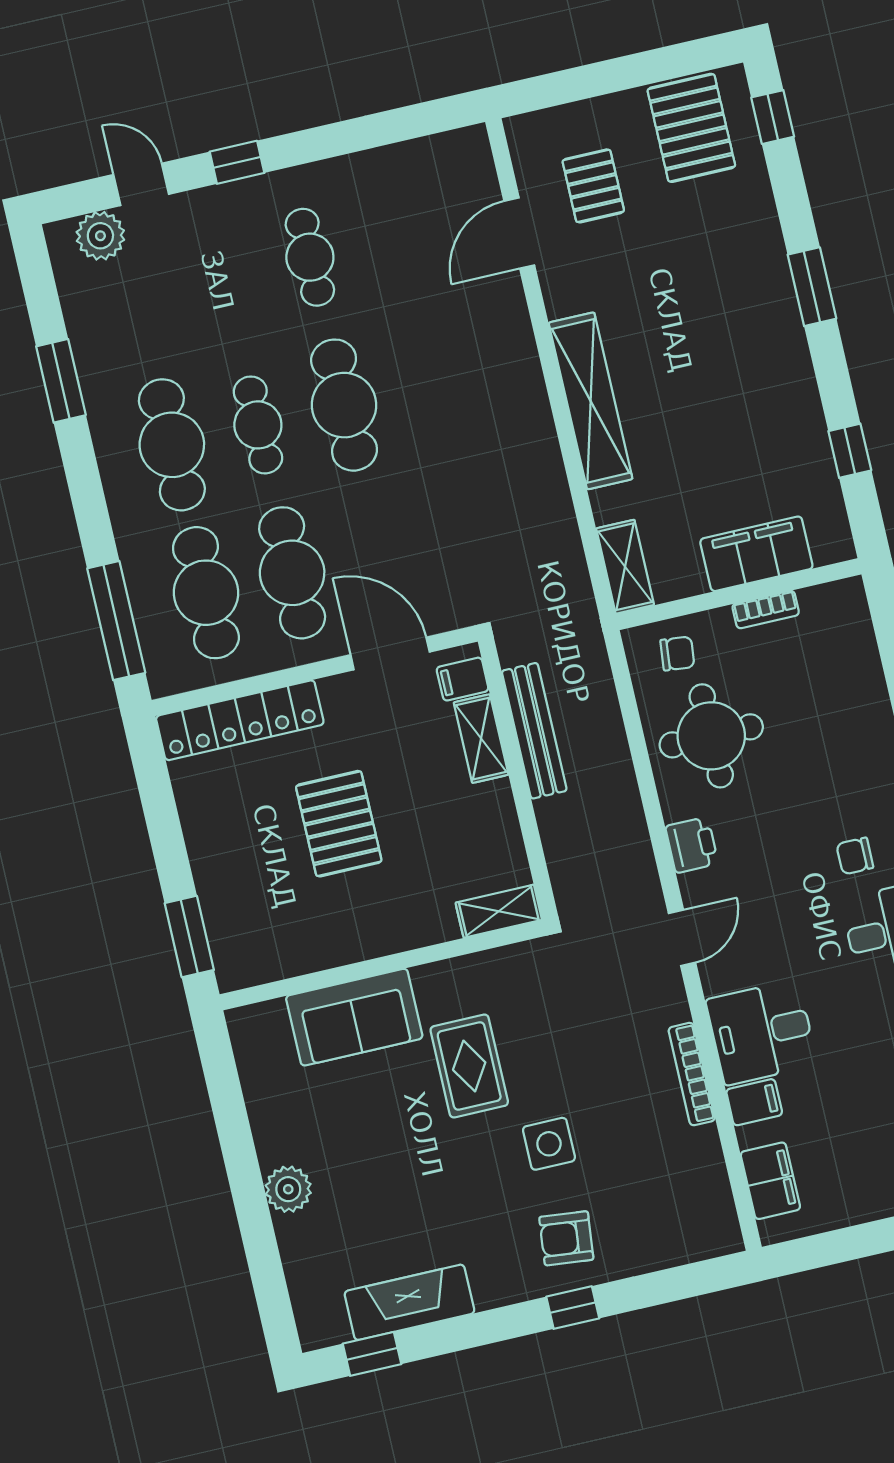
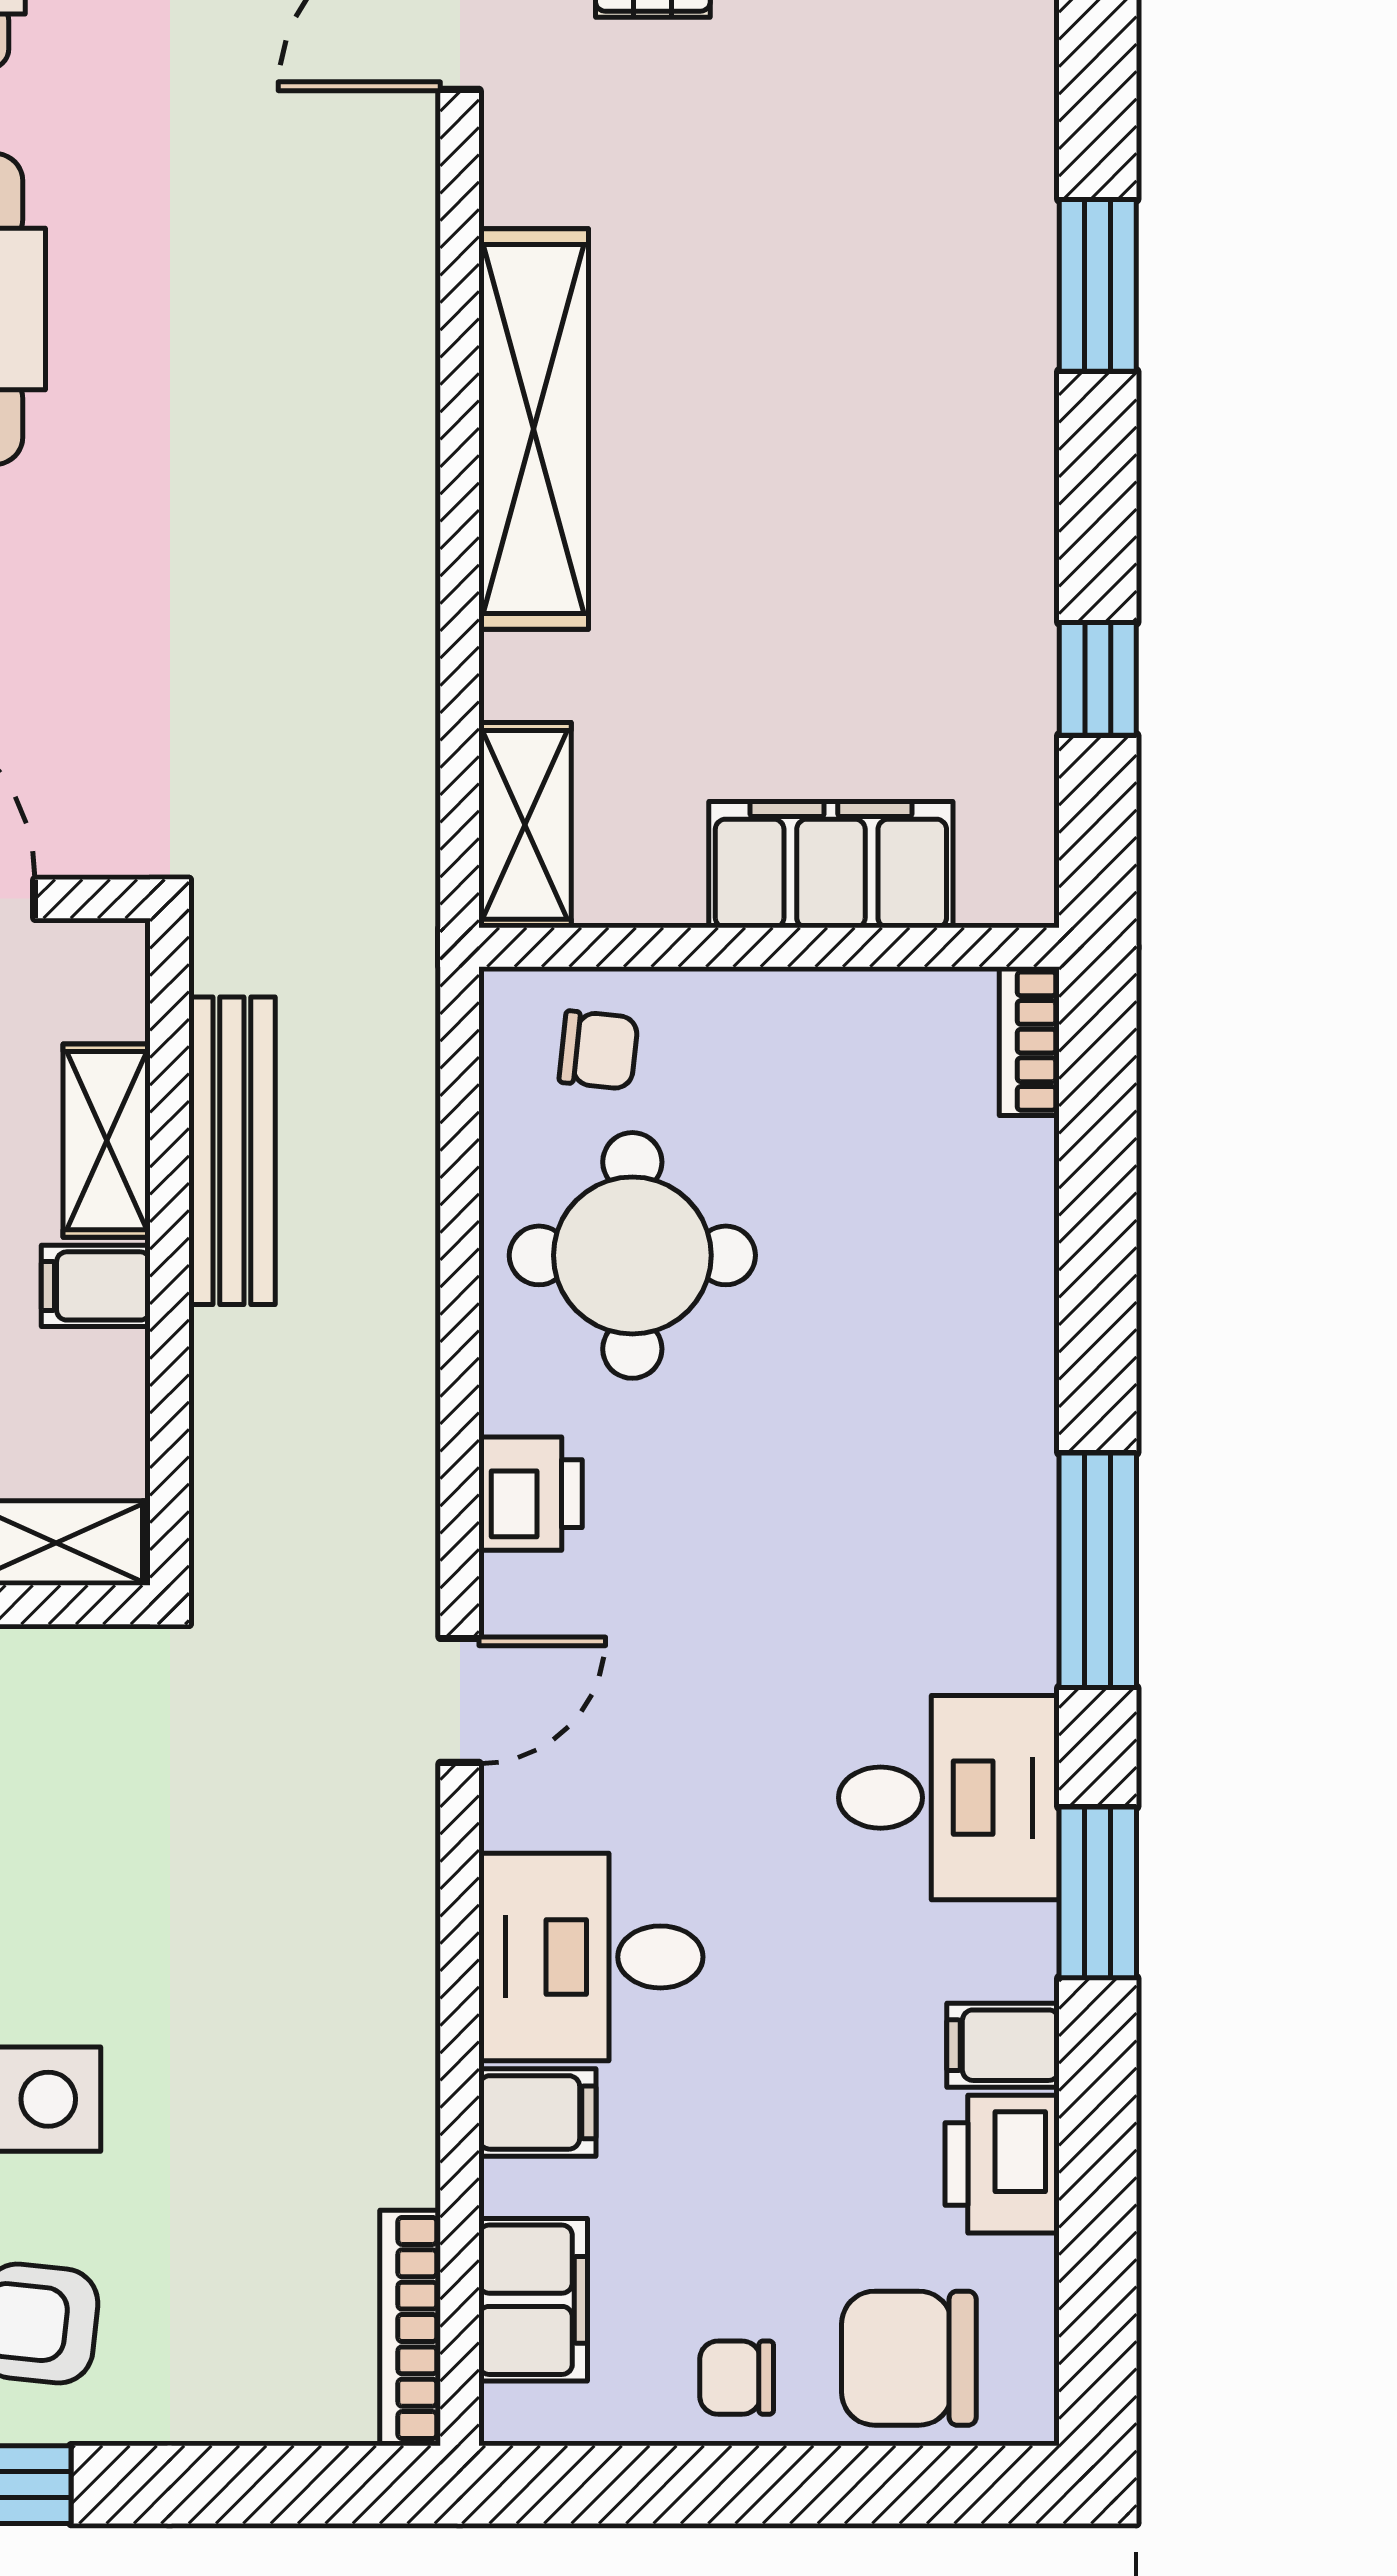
bookcase: (766, 610) -> (1029, 1041), moved, turned 90
filing cabinet: (463, 679) -> (96, 1286), moved
chair: (855, 856) -> (737, 2378), moved
bookcase: (692, 1074) -> (410, 2328), moved

